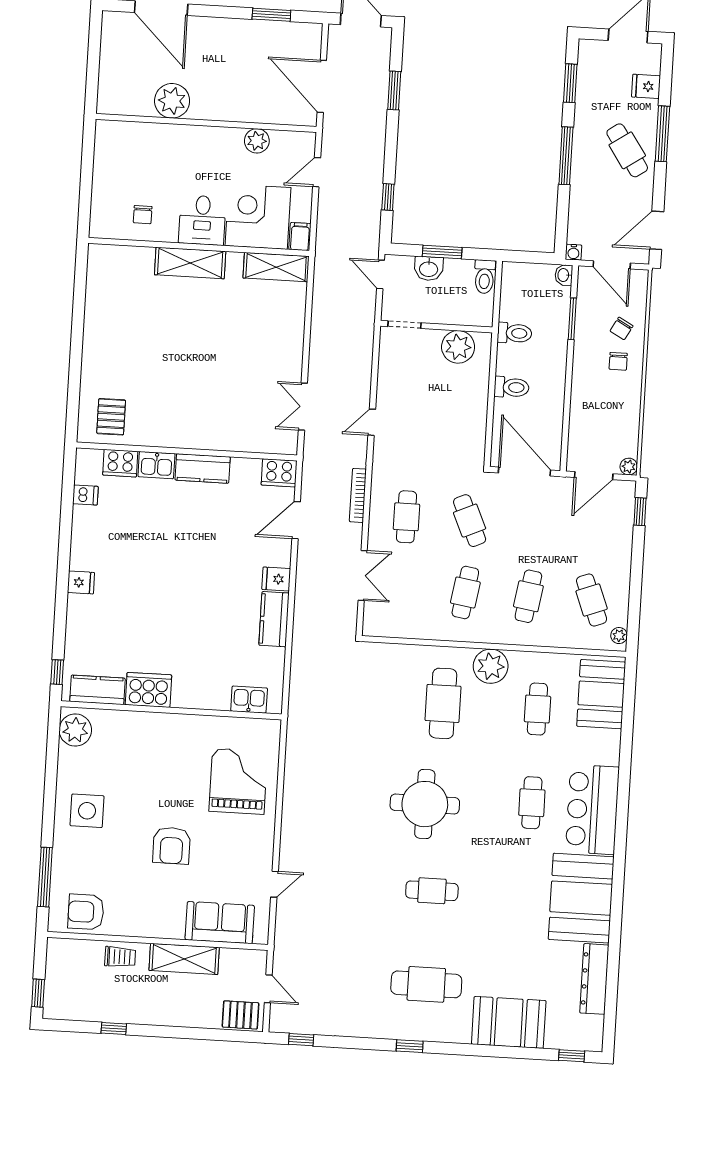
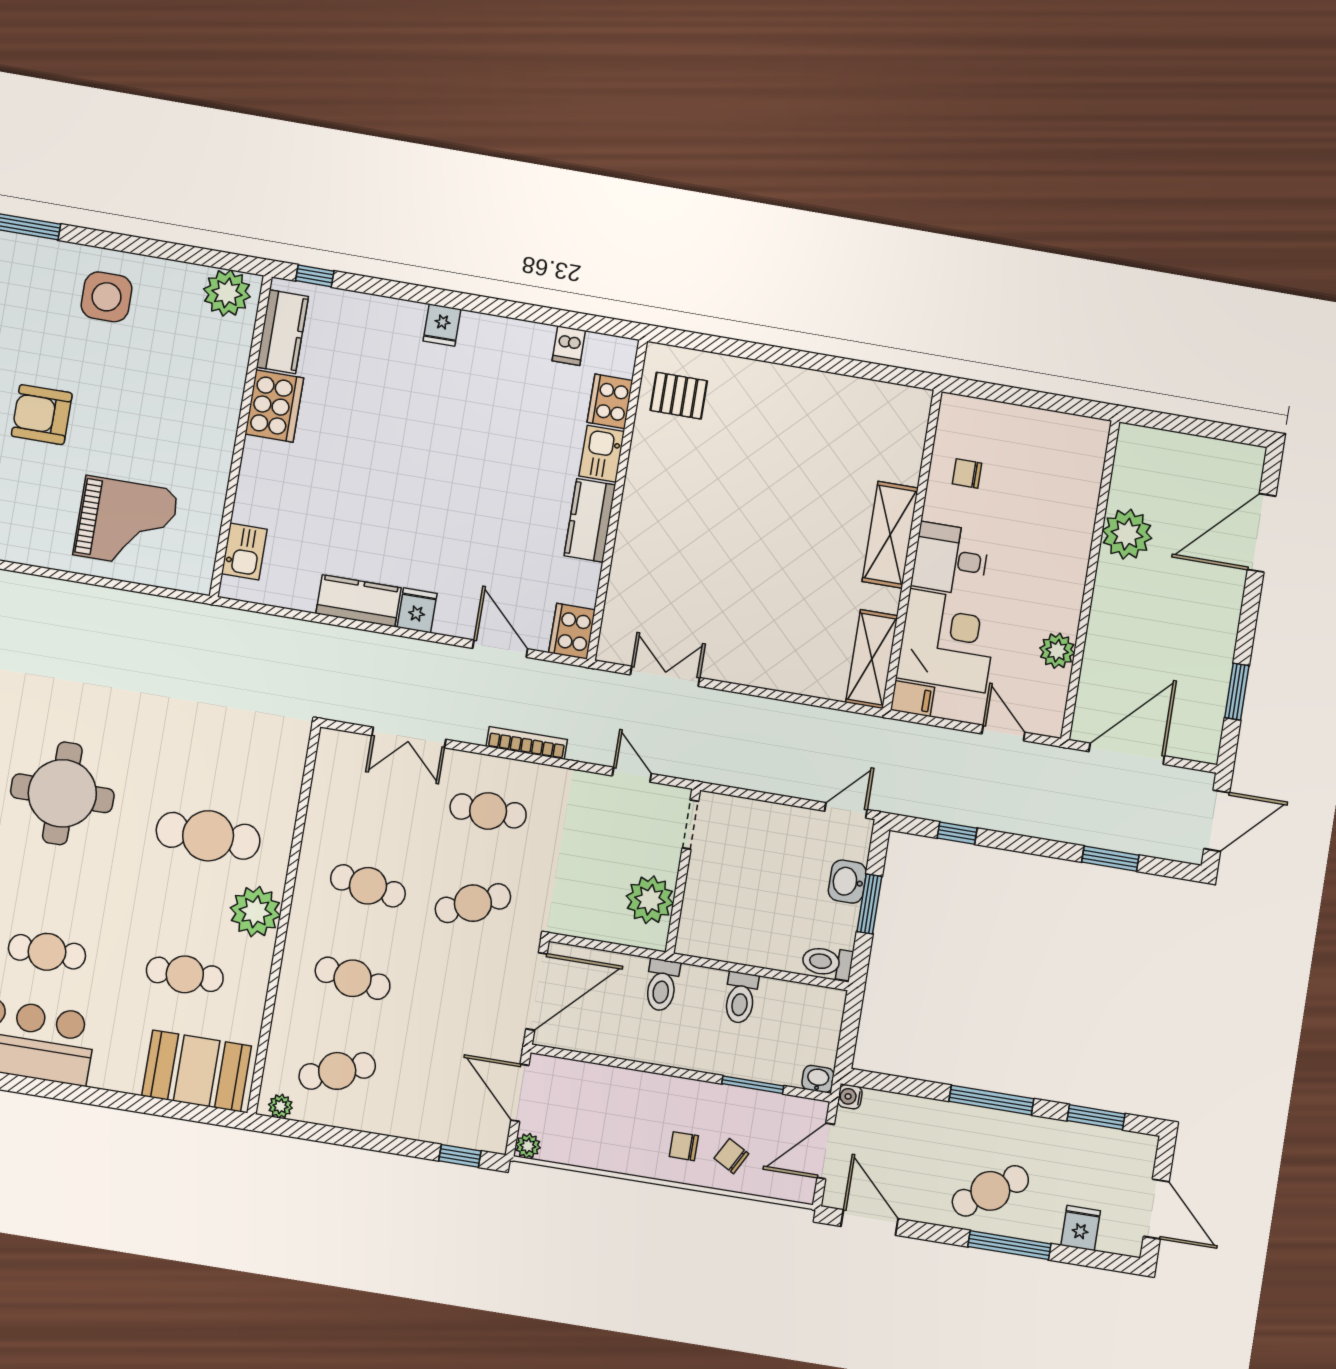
doorway: (404, 325) -> (690, 825), moved
wall: (436, 327) -> (683, 871), moved
plant: (458, 347) -> (650, 900), moved

